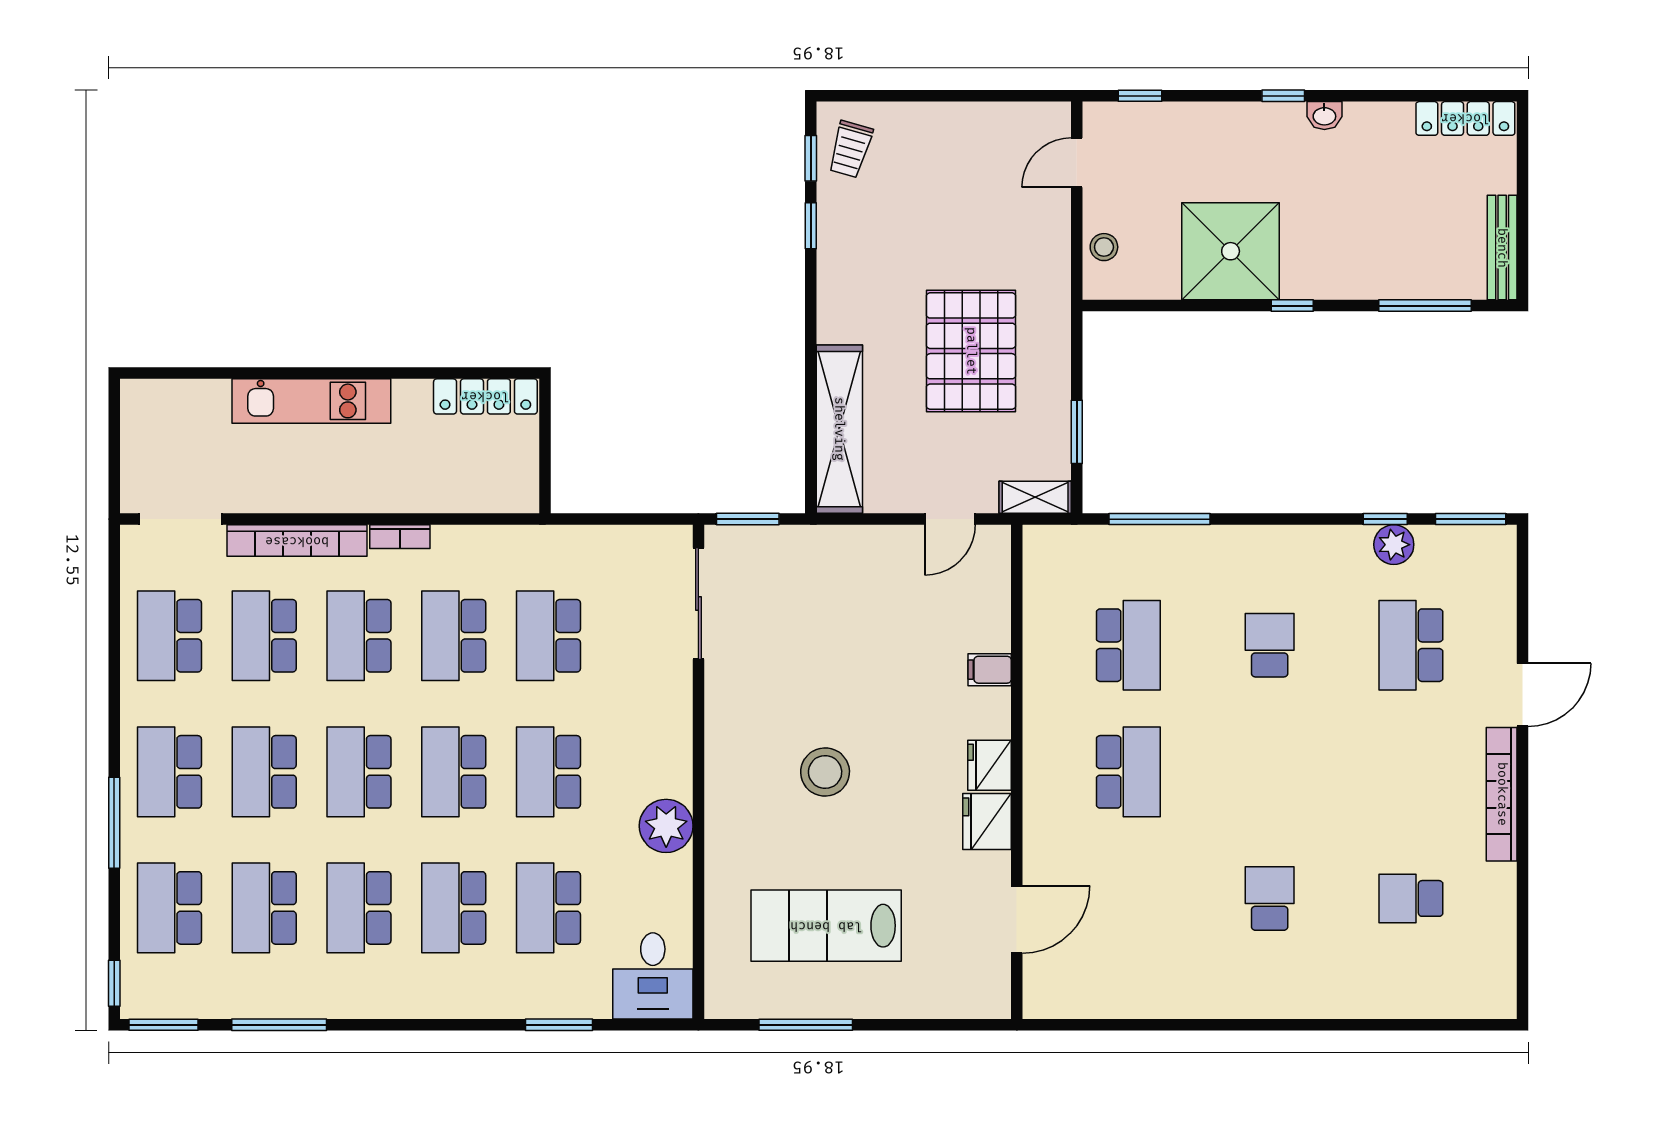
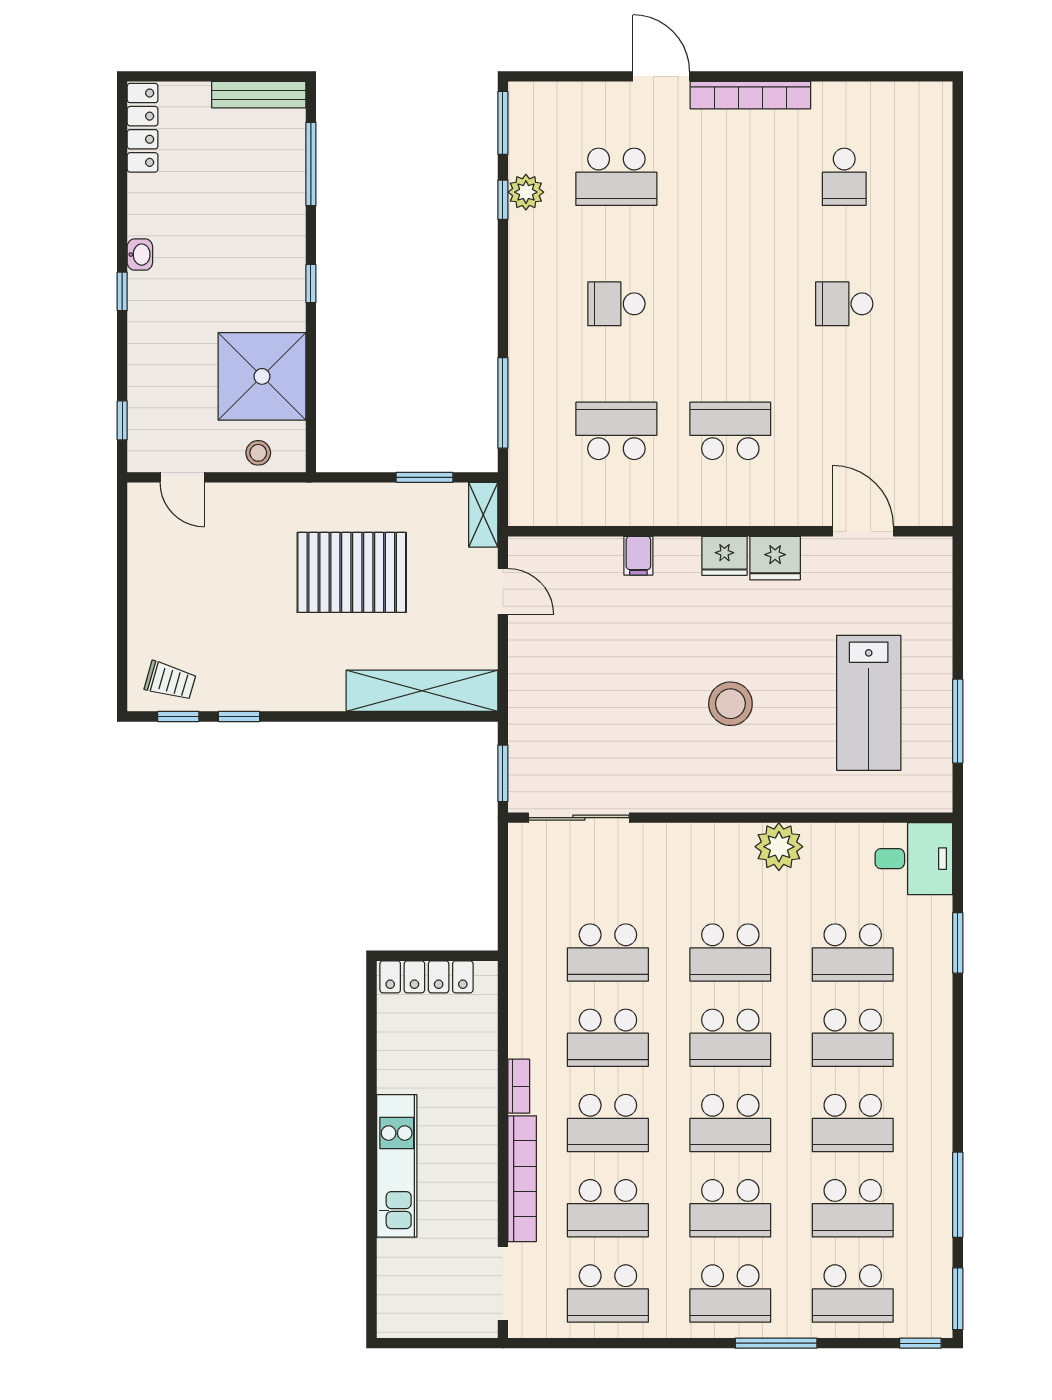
shower: (1231, 251) -> (262, 376), moved
locker: (485, 396) -> (426, 977), moved, turned 90

